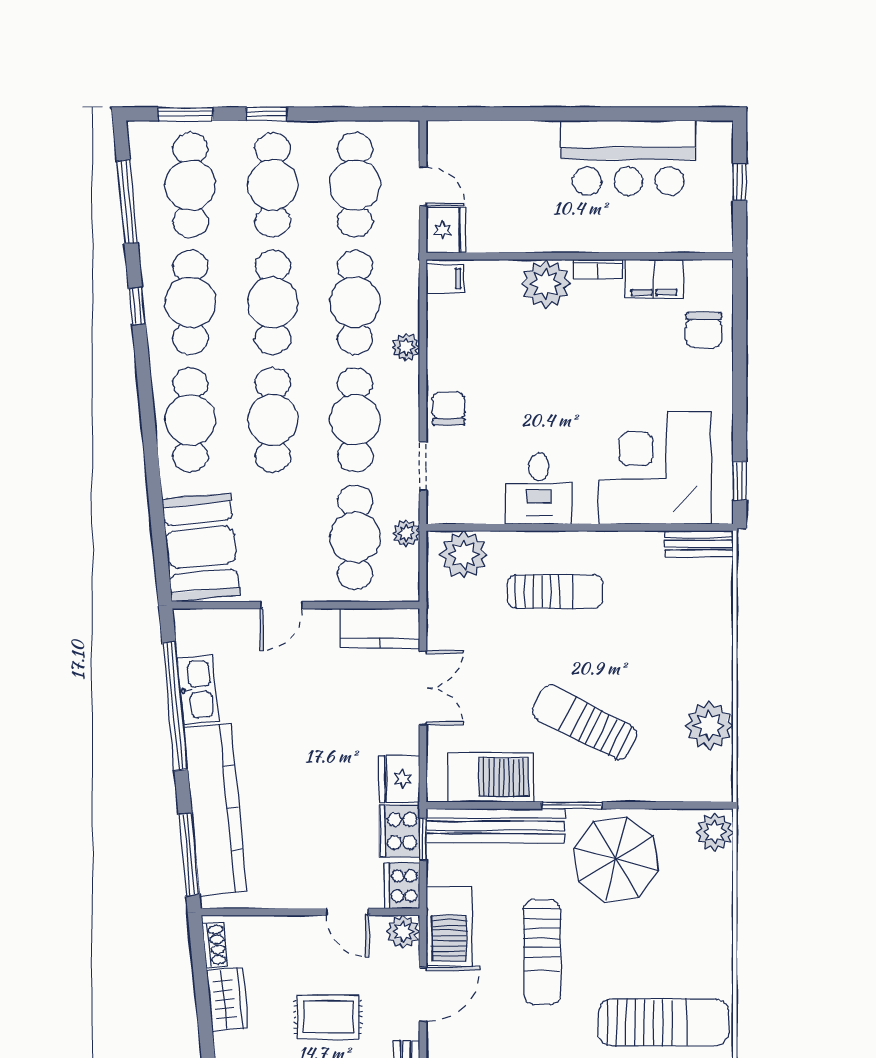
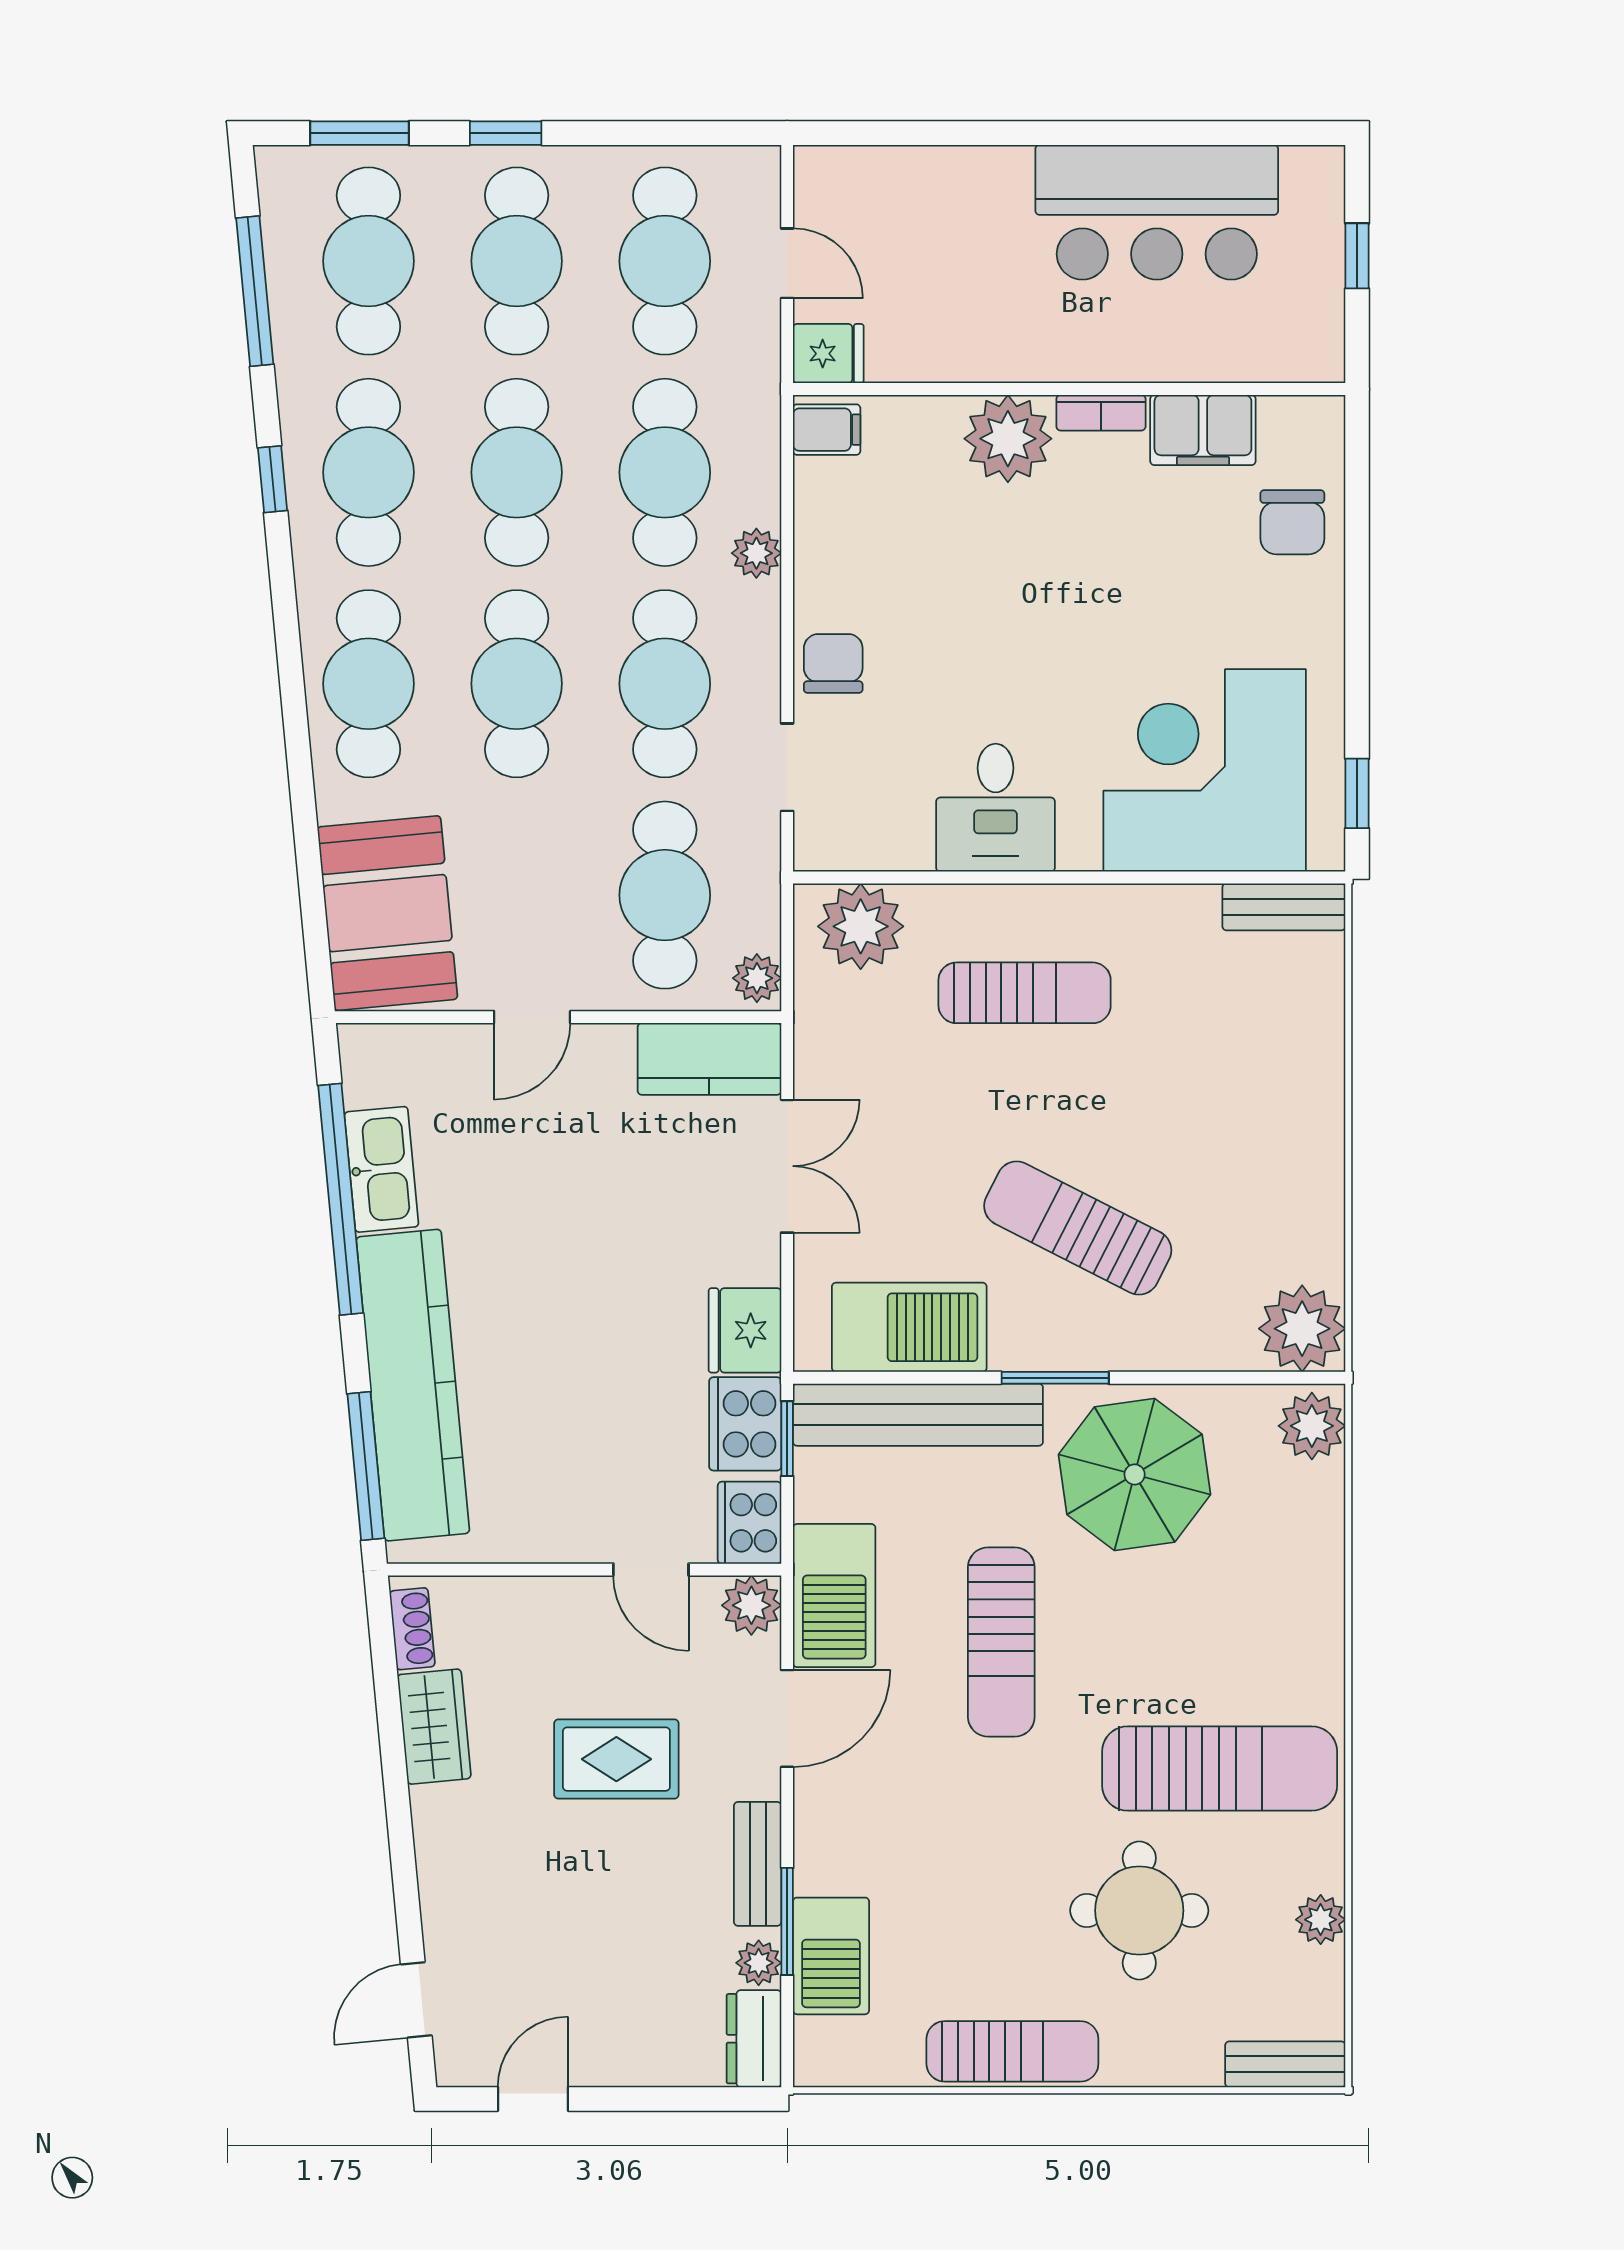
fridge: (446, 230) -> (828, 354), width x0.72
plant: (406, 533) -> (757, 978), moved
plant: (709, 726) -> (1302, 1329), moved

